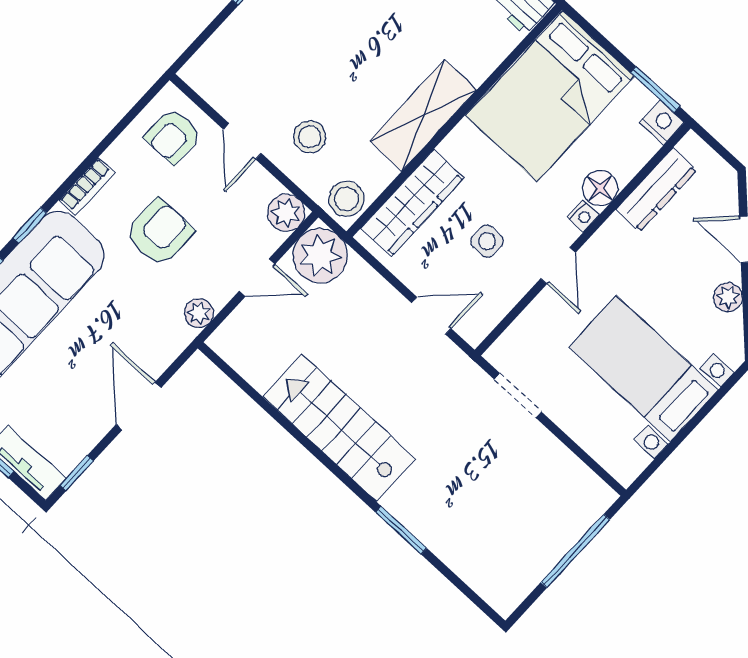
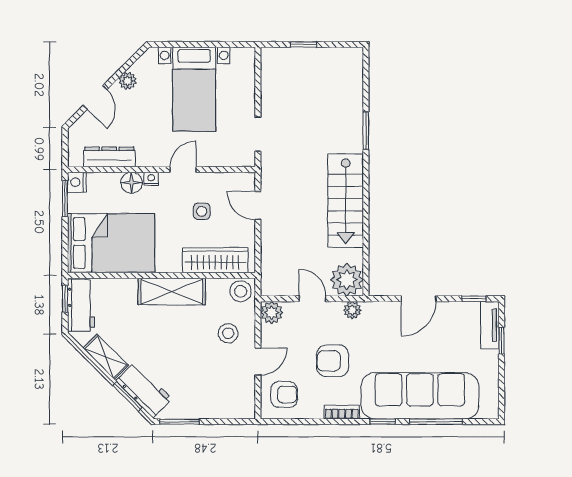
plant: (320, 256) -> (347, 280), moved
window: (575, 551) -> (304, 44), width x0.46

